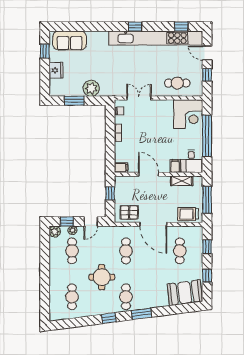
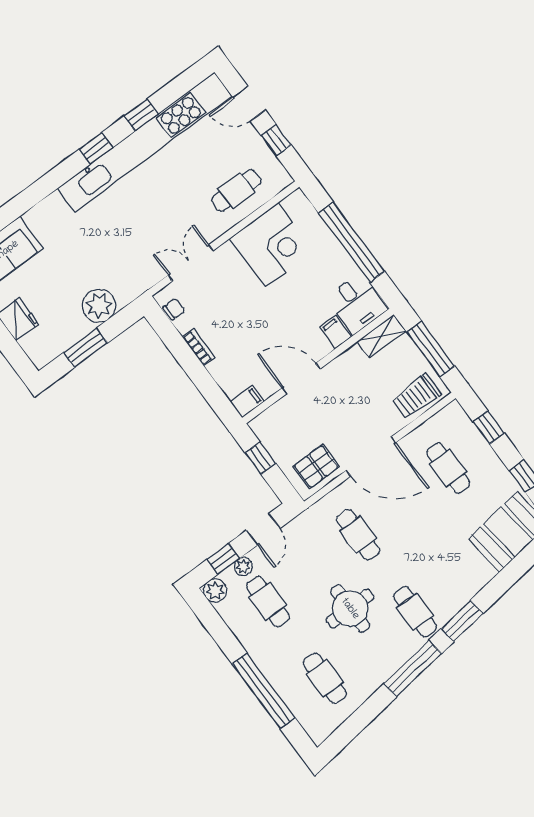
window: (181, 27) -> (141, 115), moved
corner desk: (188, 114) -> (272, 245), moved
shelving: (182, 181) -> (381, 336), moved
window: (45, 284) -> (264, 691), added
window: (109, 318) -> (413, 668), width x2.17

